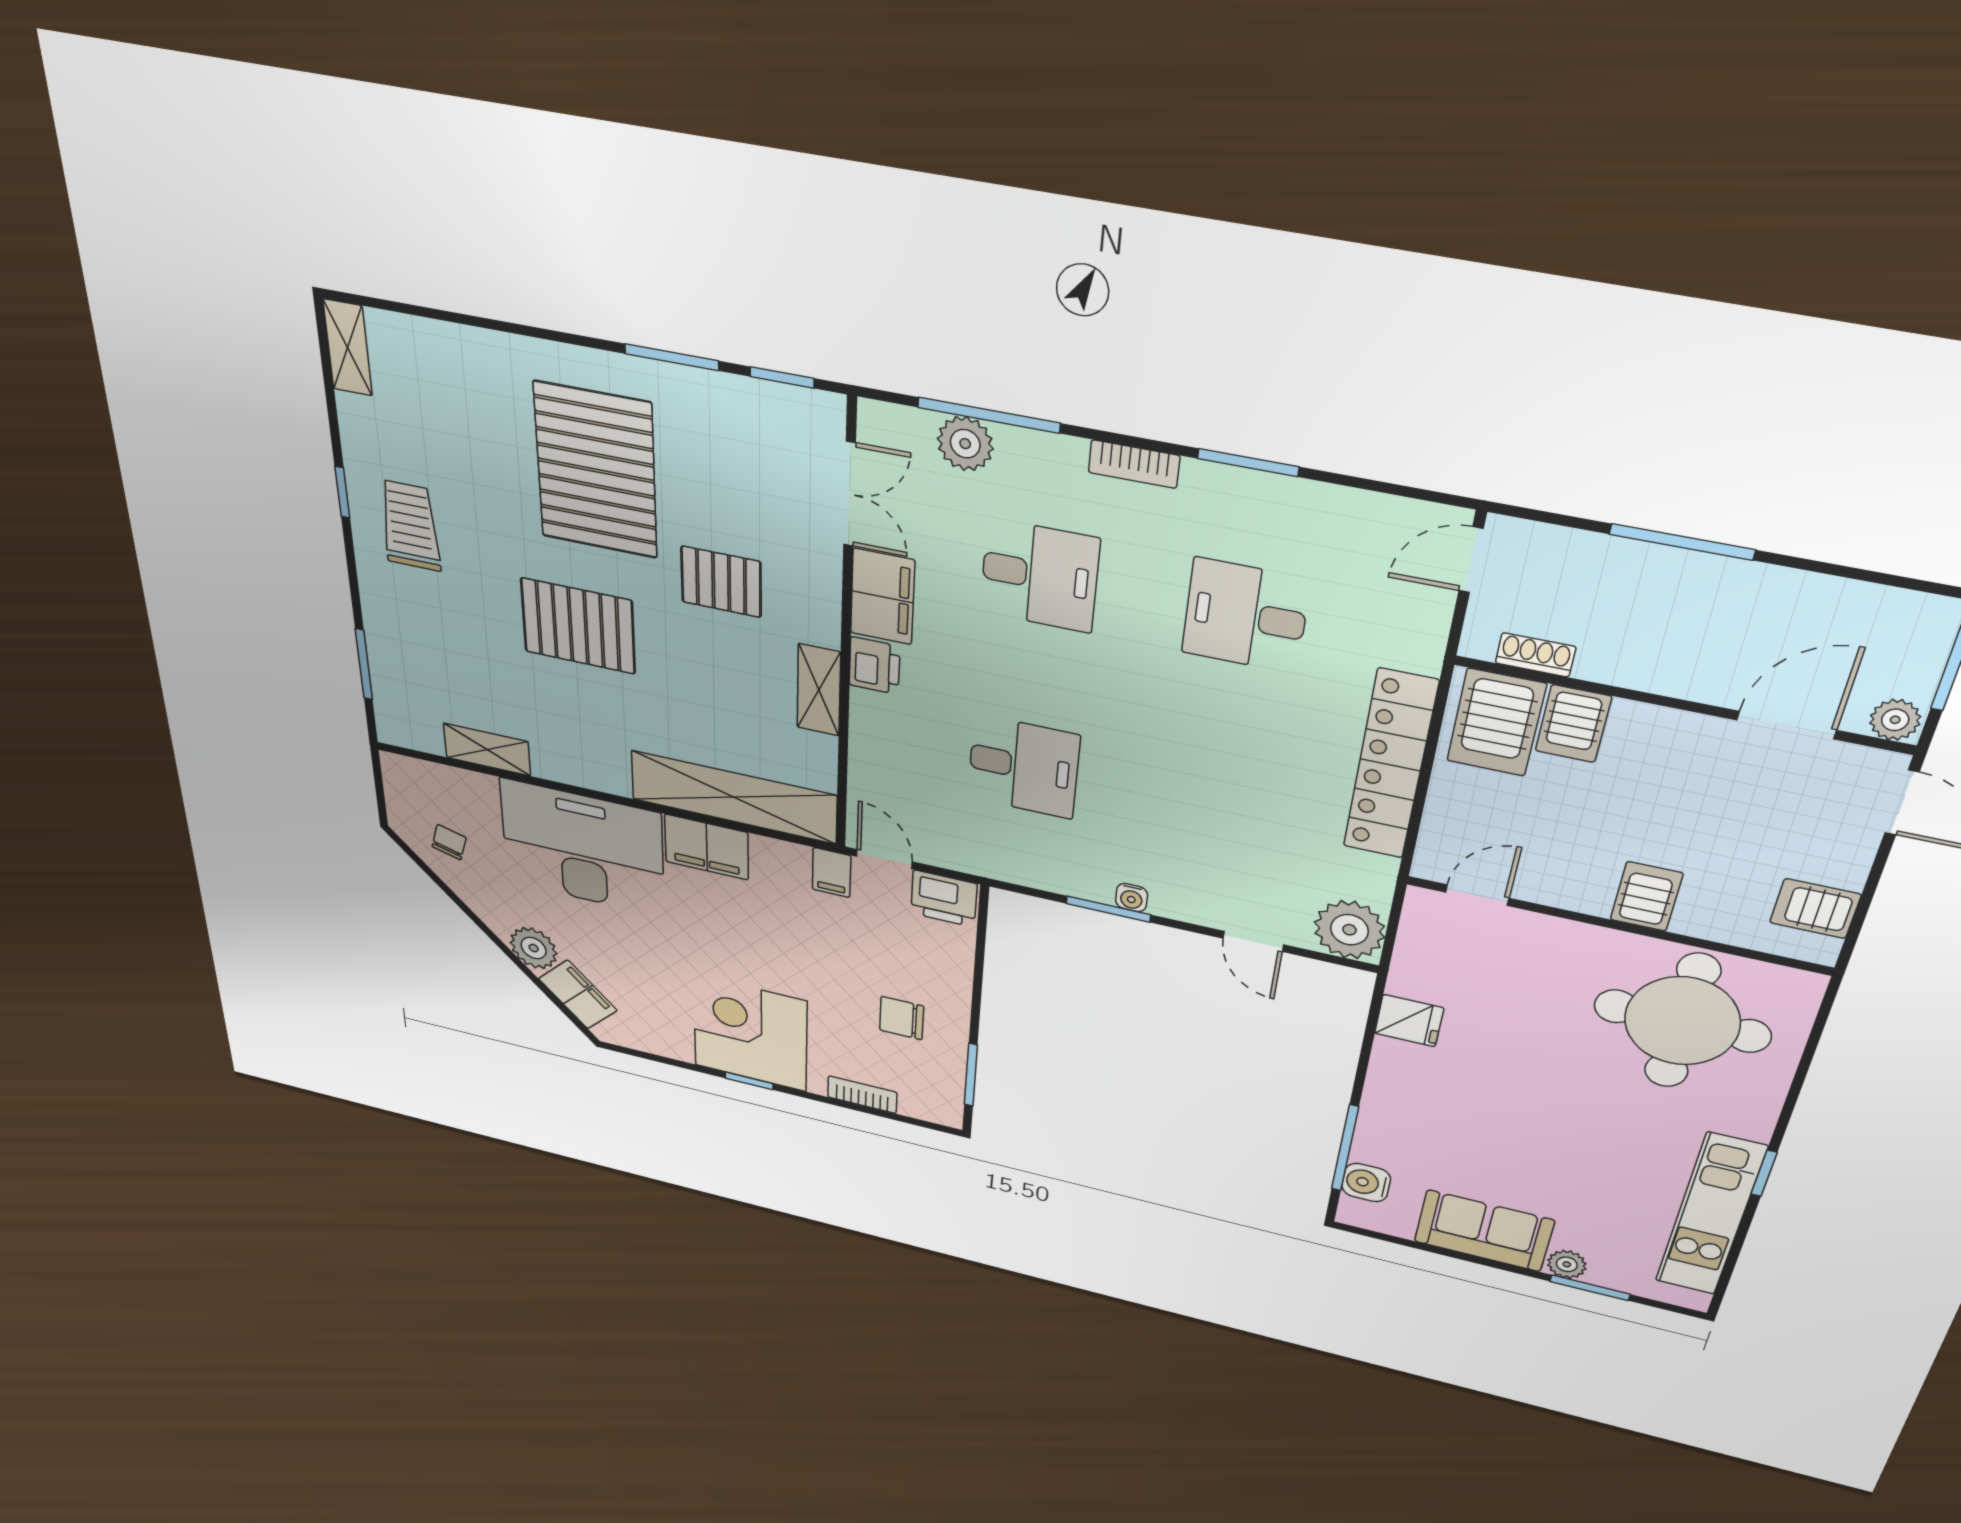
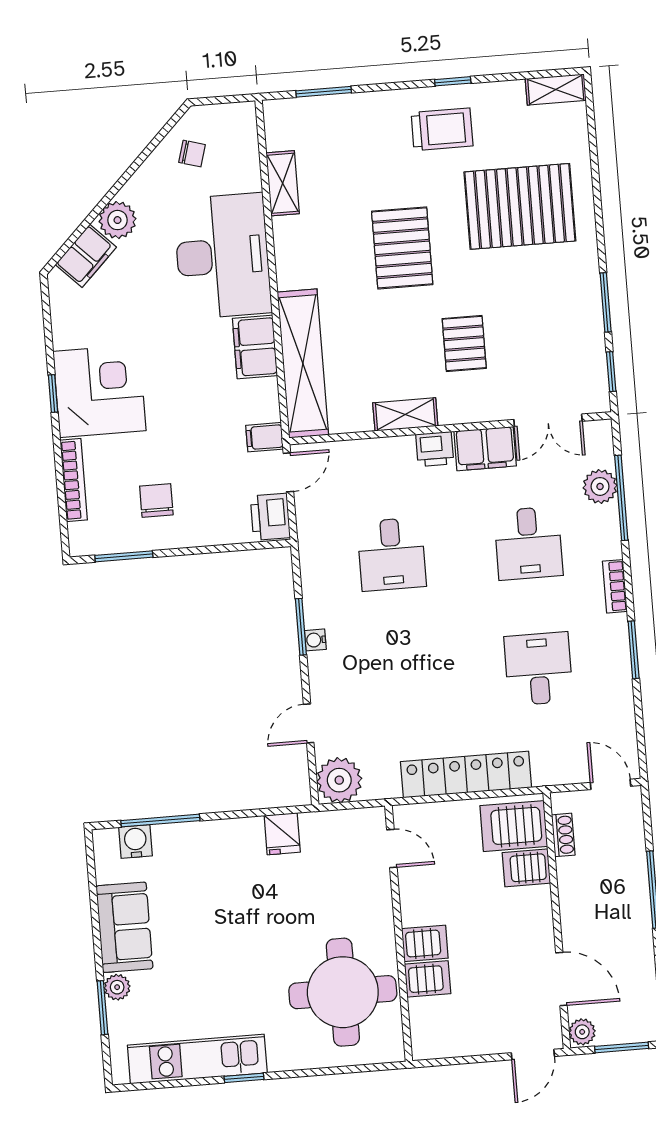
pallet: (596, 470) -> (520, 206), moved
server rack: (1815, 909) -> (428, 979), moved, turned 90
bookcase: (862, 1095) -> (74, 480), width x1.56

